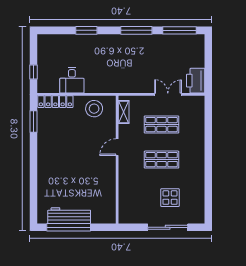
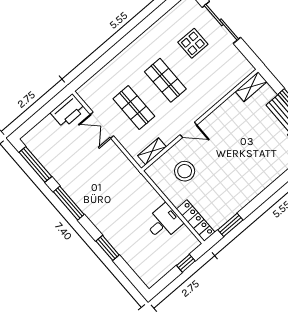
stool: (94, 109) -> (185, 171), moved
shelving: (110, 211) -> (251, 87), added

